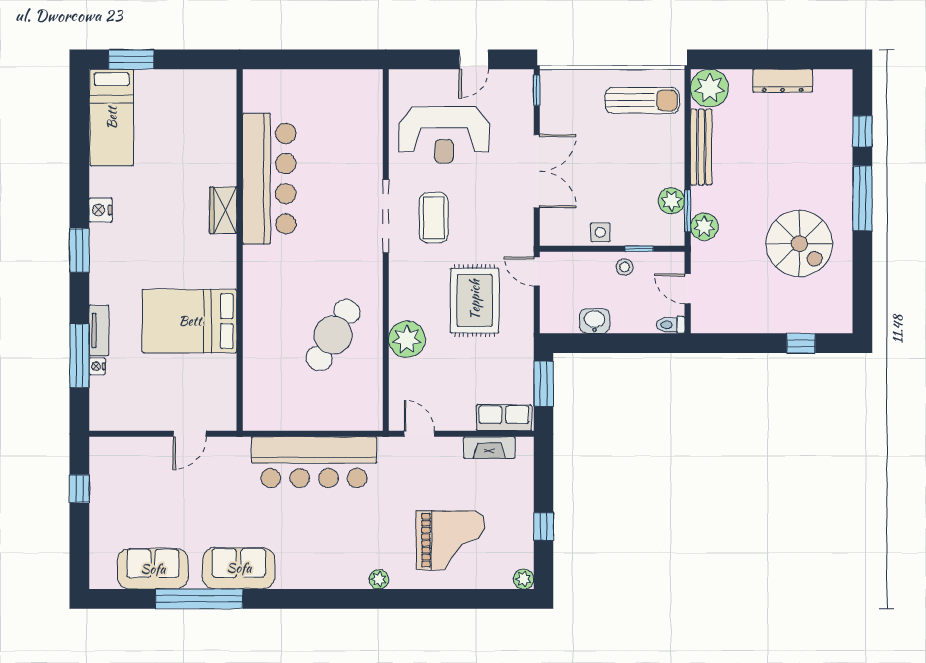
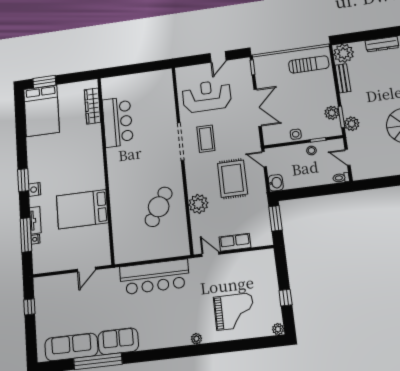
bed: (112, 118) -> (42, 111), width x1.50
reception desk: (444, 135) -> (207, 96), turned 180
bench: (701, 147) -> (343, 78), width x0.73
bar counter: (269, 179) -> (118, 122), width x0.73
nightstand: (100, 210) -> (35, 189), moved
wardrobe: (223, 210) -> (93, 106), moved, width x1.50
washbasin: (595, 321) -> (276, 183), moved, turned 90
row of seats: (504, 418) -> (235, 242), moved
fireplace: (489, 448) -> (250, 257), removed
sofa: (153, 569) -> (71, 347), width x1.36

